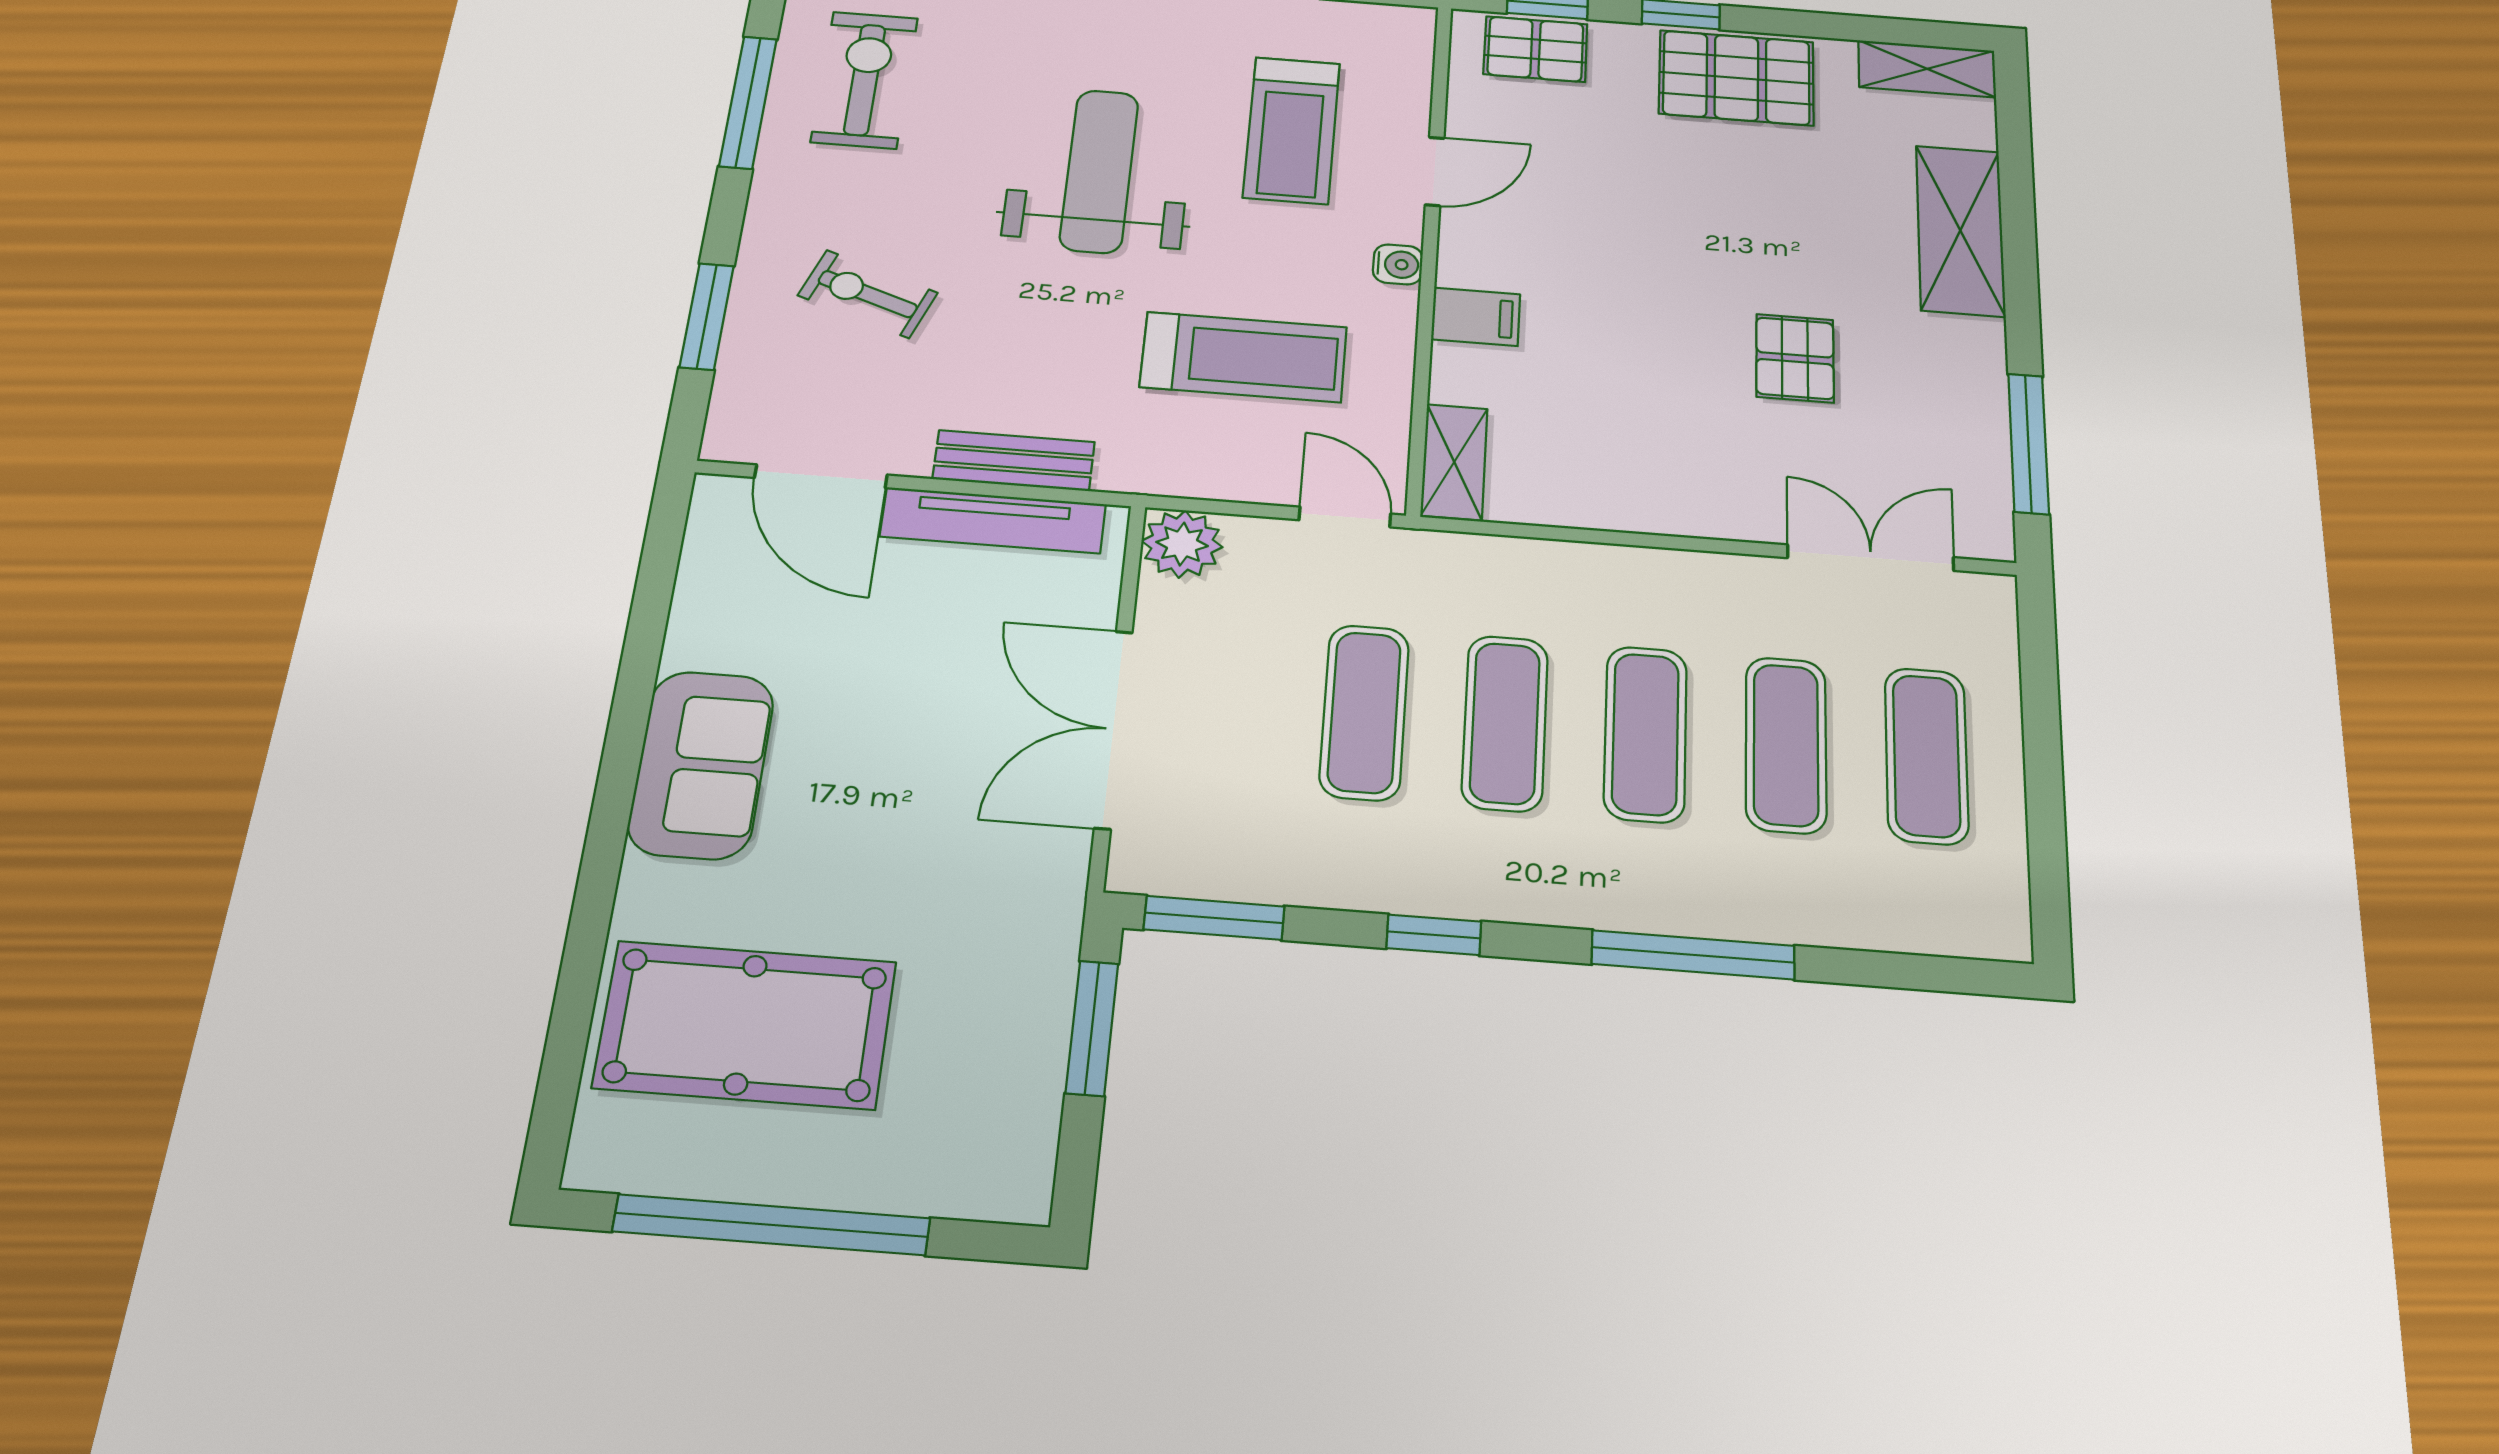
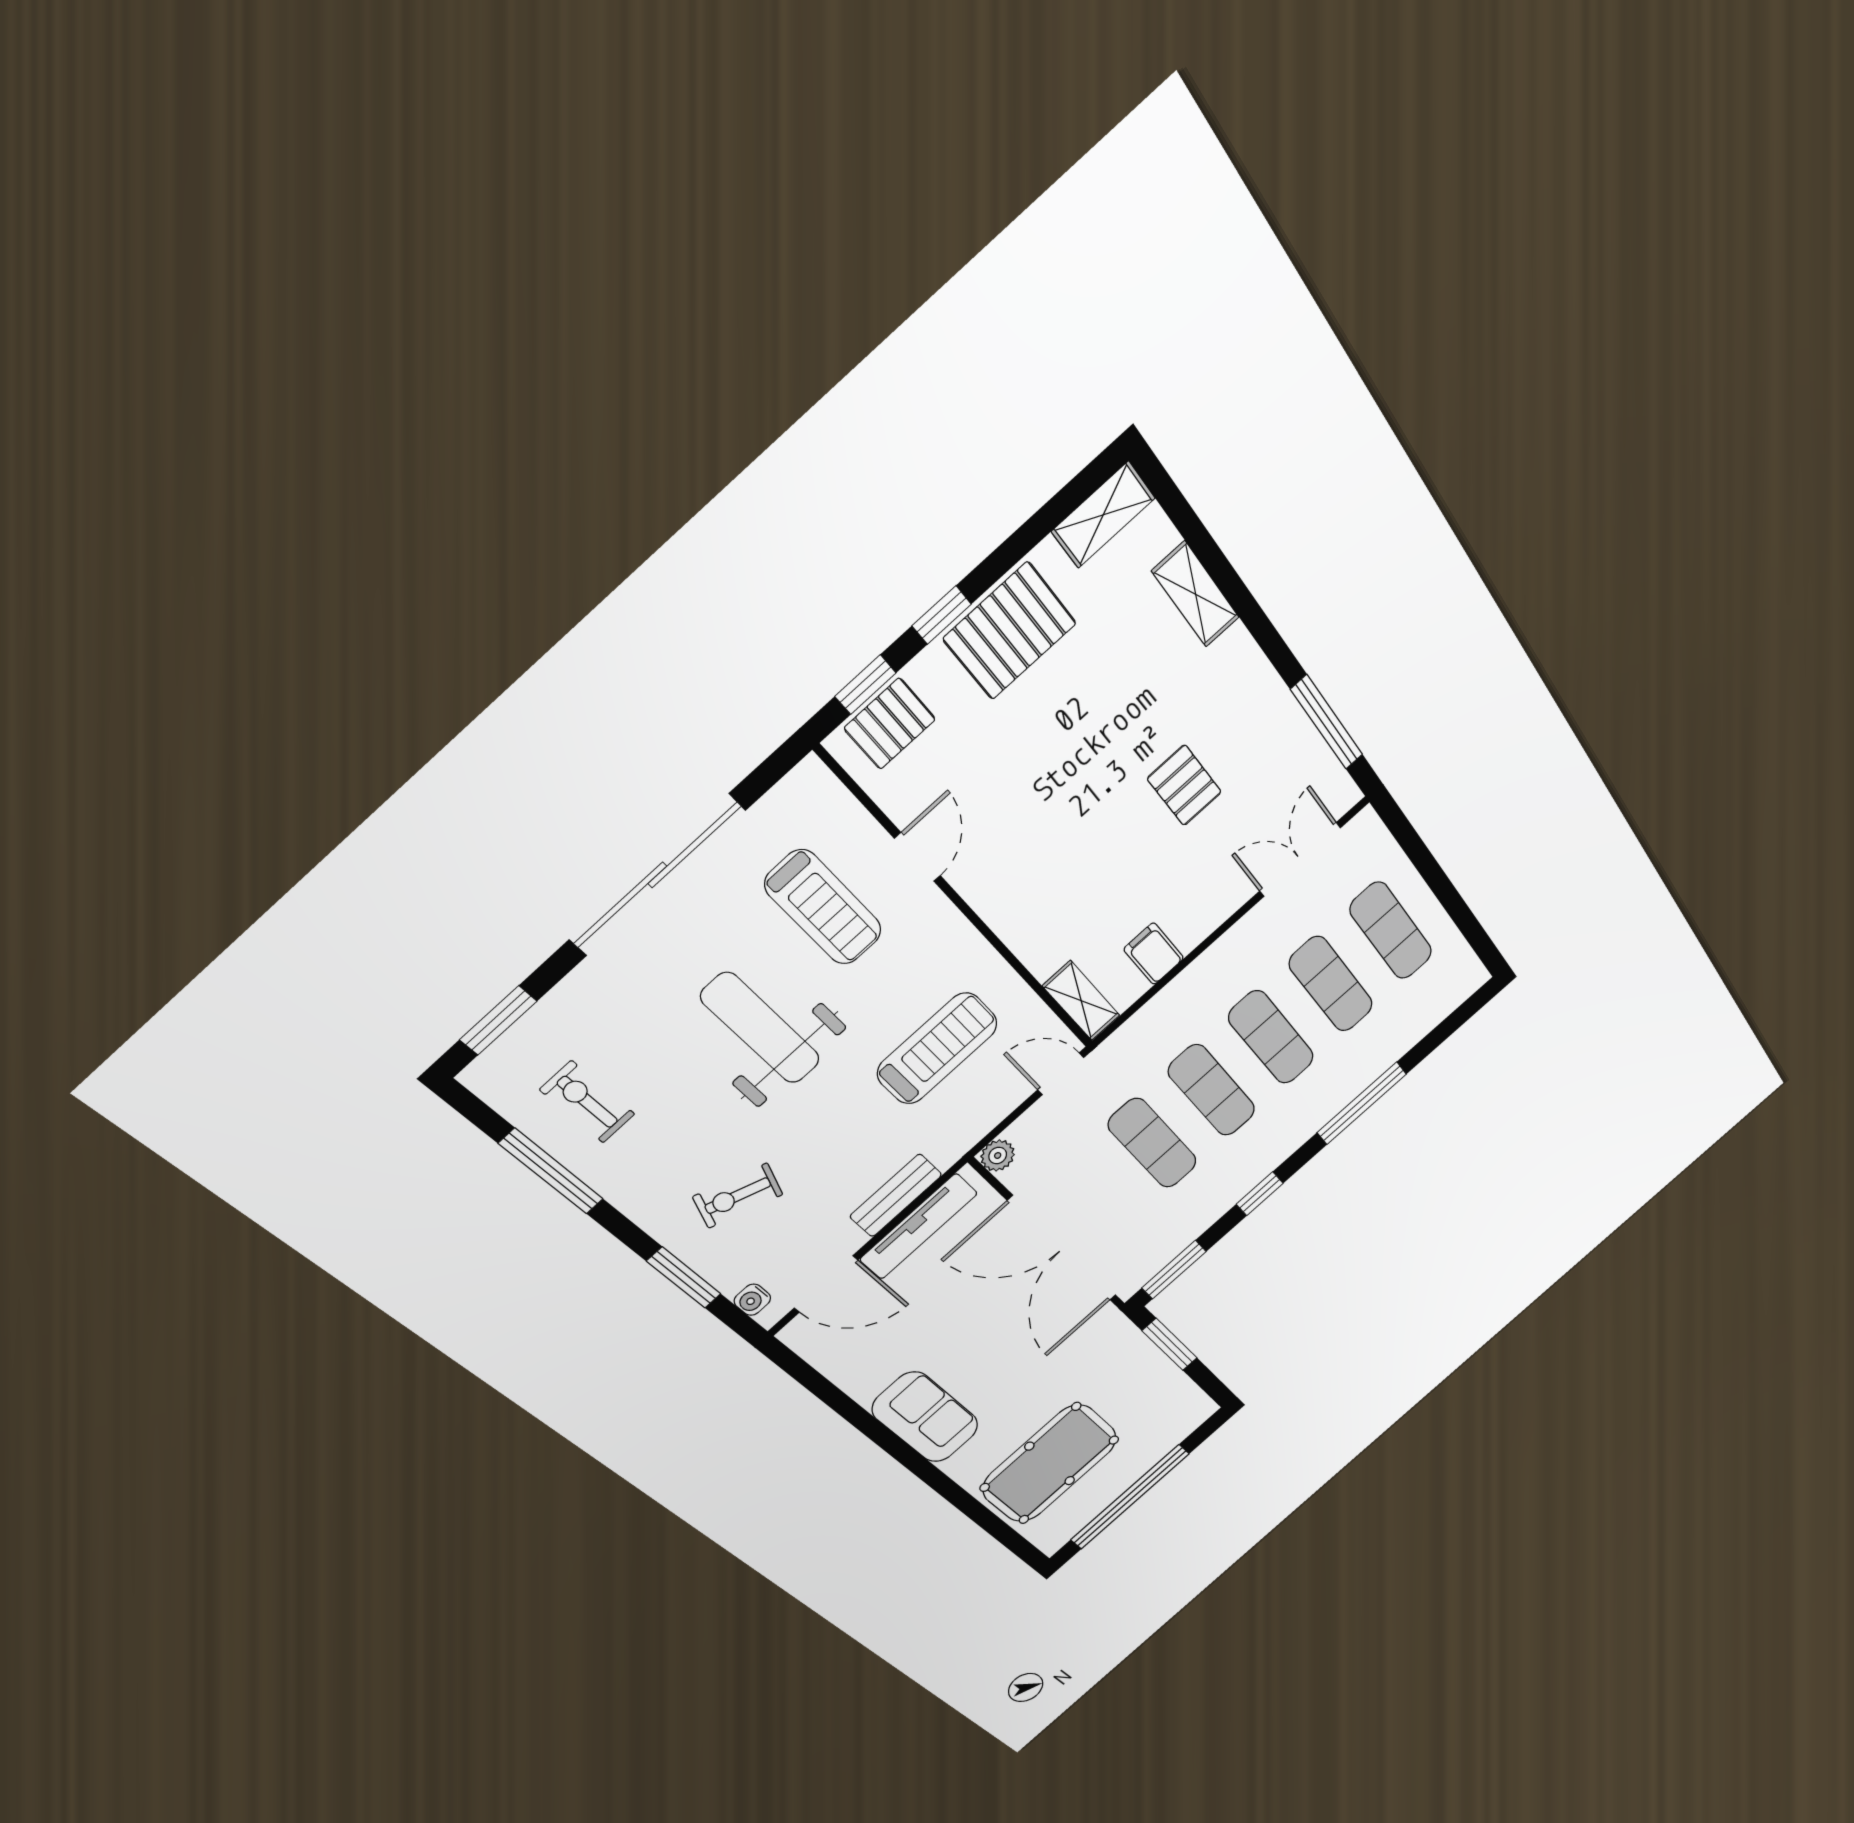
exercise bike: (865, 80) -> (587, 1102), width x0.73, depth x0.72
shelving: (1960, 230) -> (1196, 594), width x0.67, depth x0.75
water cooler: (1398, 264) -> (752, 1300), moved, turned 180
filing cabinet: (1476, 317) -> (1154, 954), moved, turned -90
plant: (1182, 544) -> (998, 1156), width x0.73, depth x0.73
double door: (1113, 729) -> (1063, 1249), width x1.36

